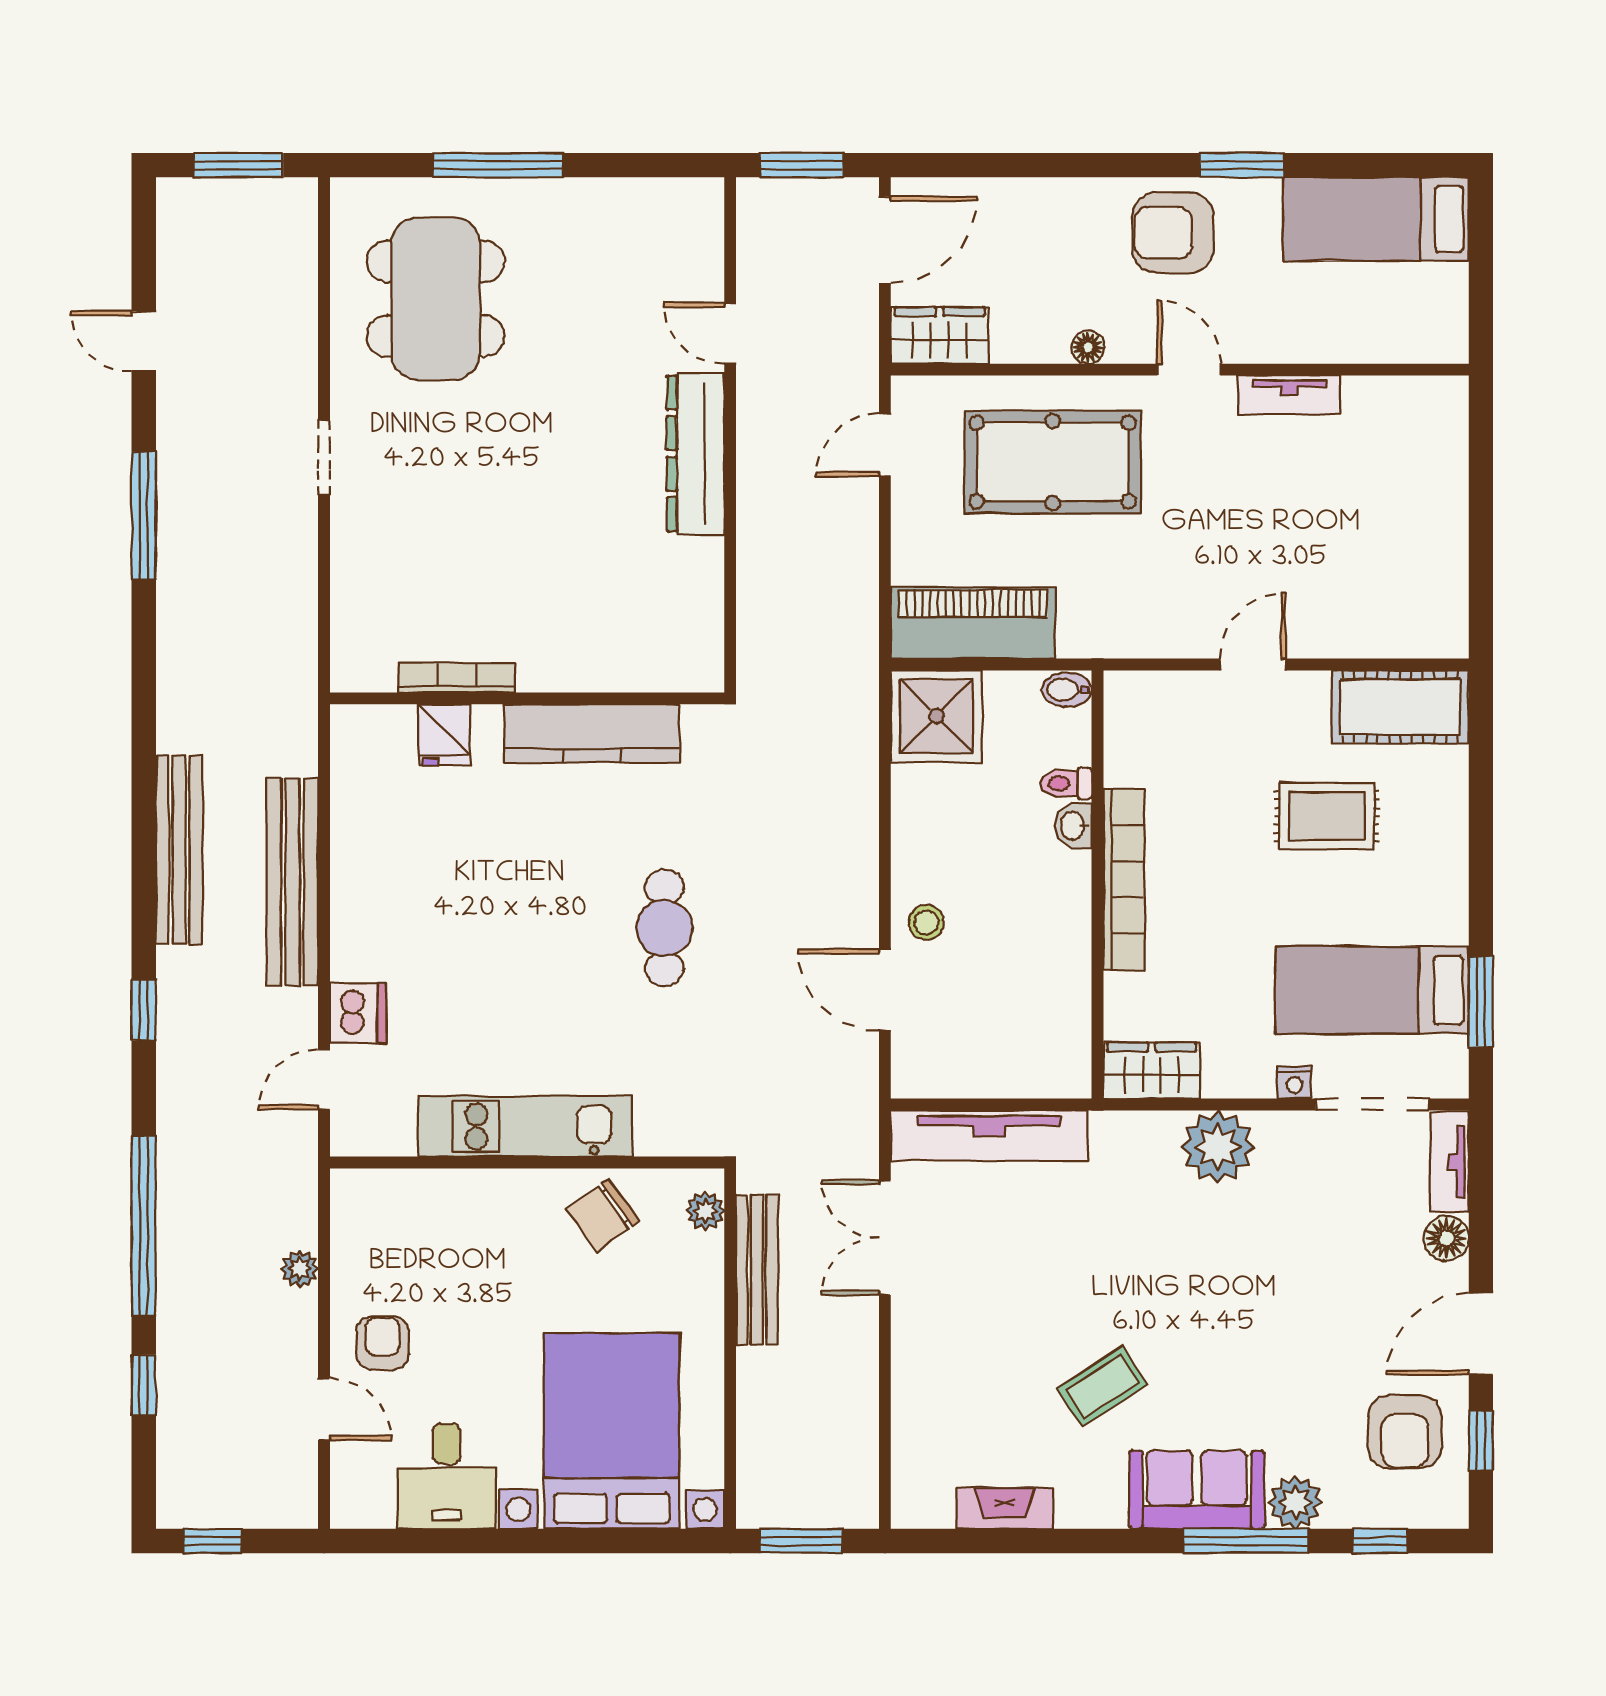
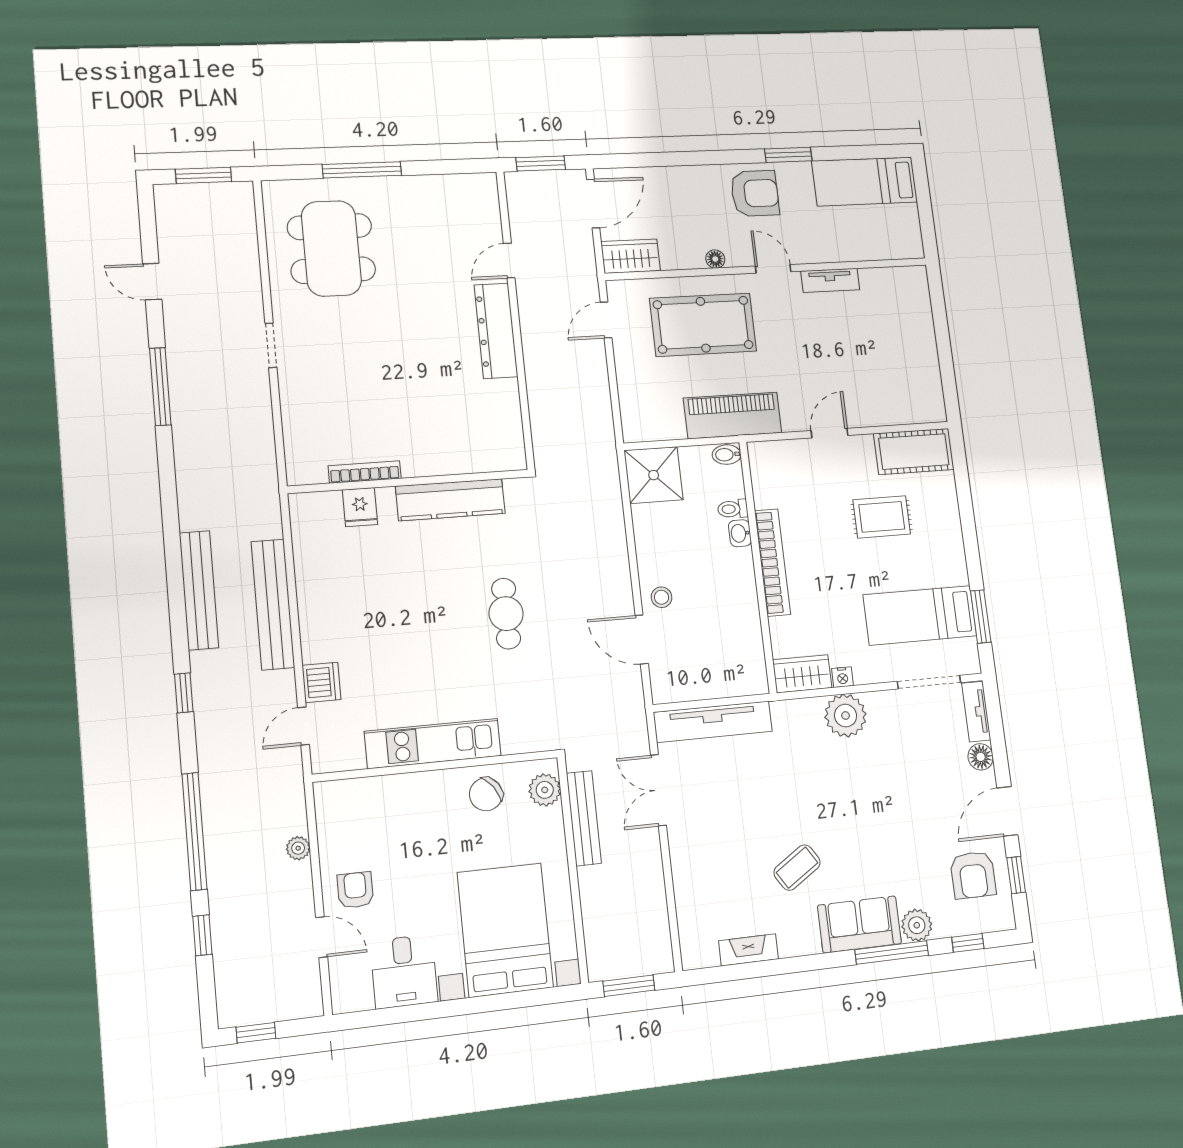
armchair: (1173, 233) -> (755, 193), turned 180
door: (730, 333) -> (509, 261), hinge flipped
piano: (973, 623) -> (733, 415), moved
nightstand: (1294, 1082) -> (843, 677), moved
plant: (705, 1211) -> (545, 790), width x1.38, depth x1.38

